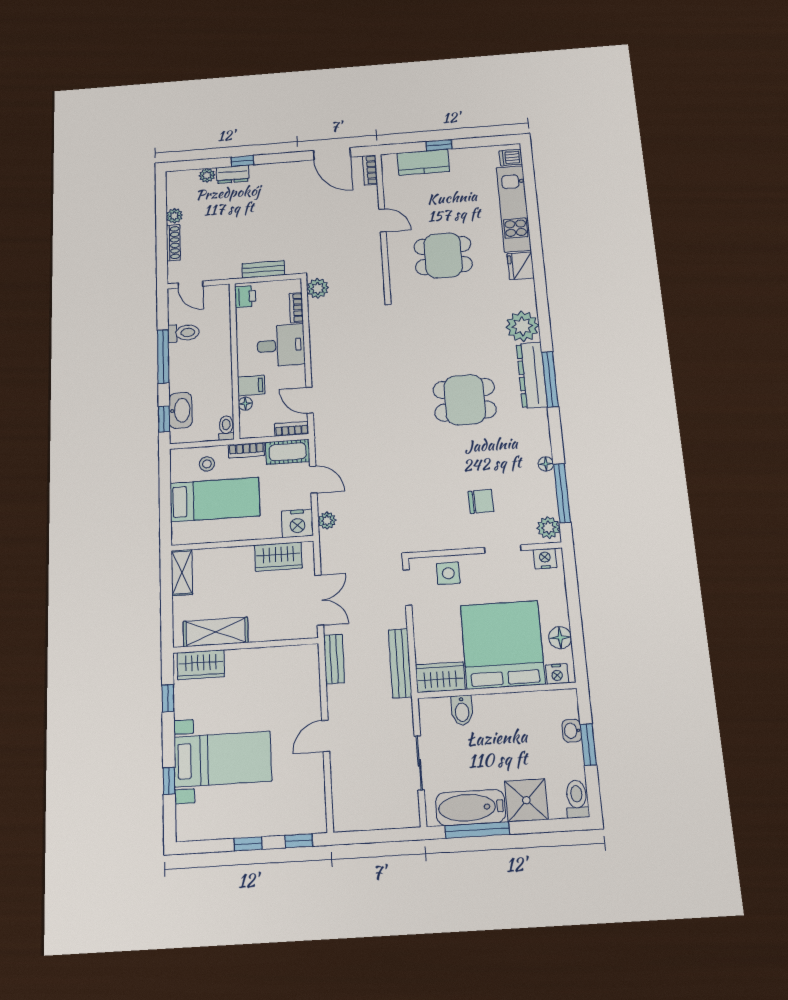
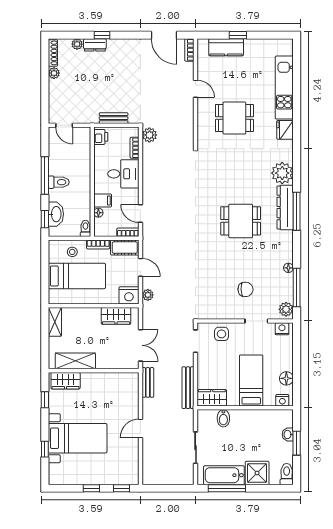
dishwasher: (511, 158) -> (286, 49), removed
shoe rack: (173, 243) -> (53, 53), moved
toilet: (183, 333) -> (59, 182), moved
bed: (503, 645) -> (251, 380), width x0.49

